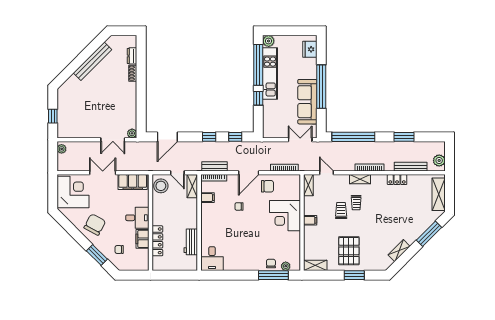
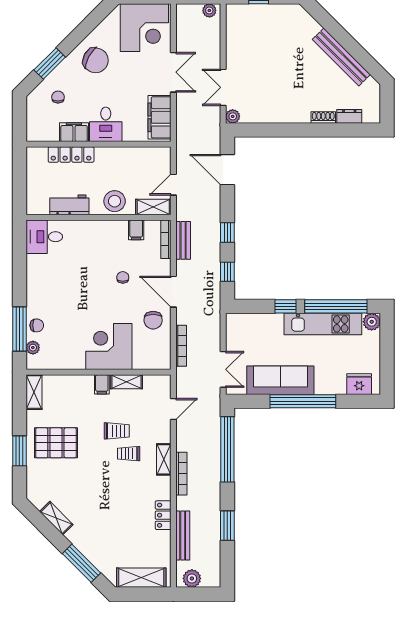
shelving: (308, 185) -> (126, 382), moved
stool: (161, 186) -> (115, 201), moved

